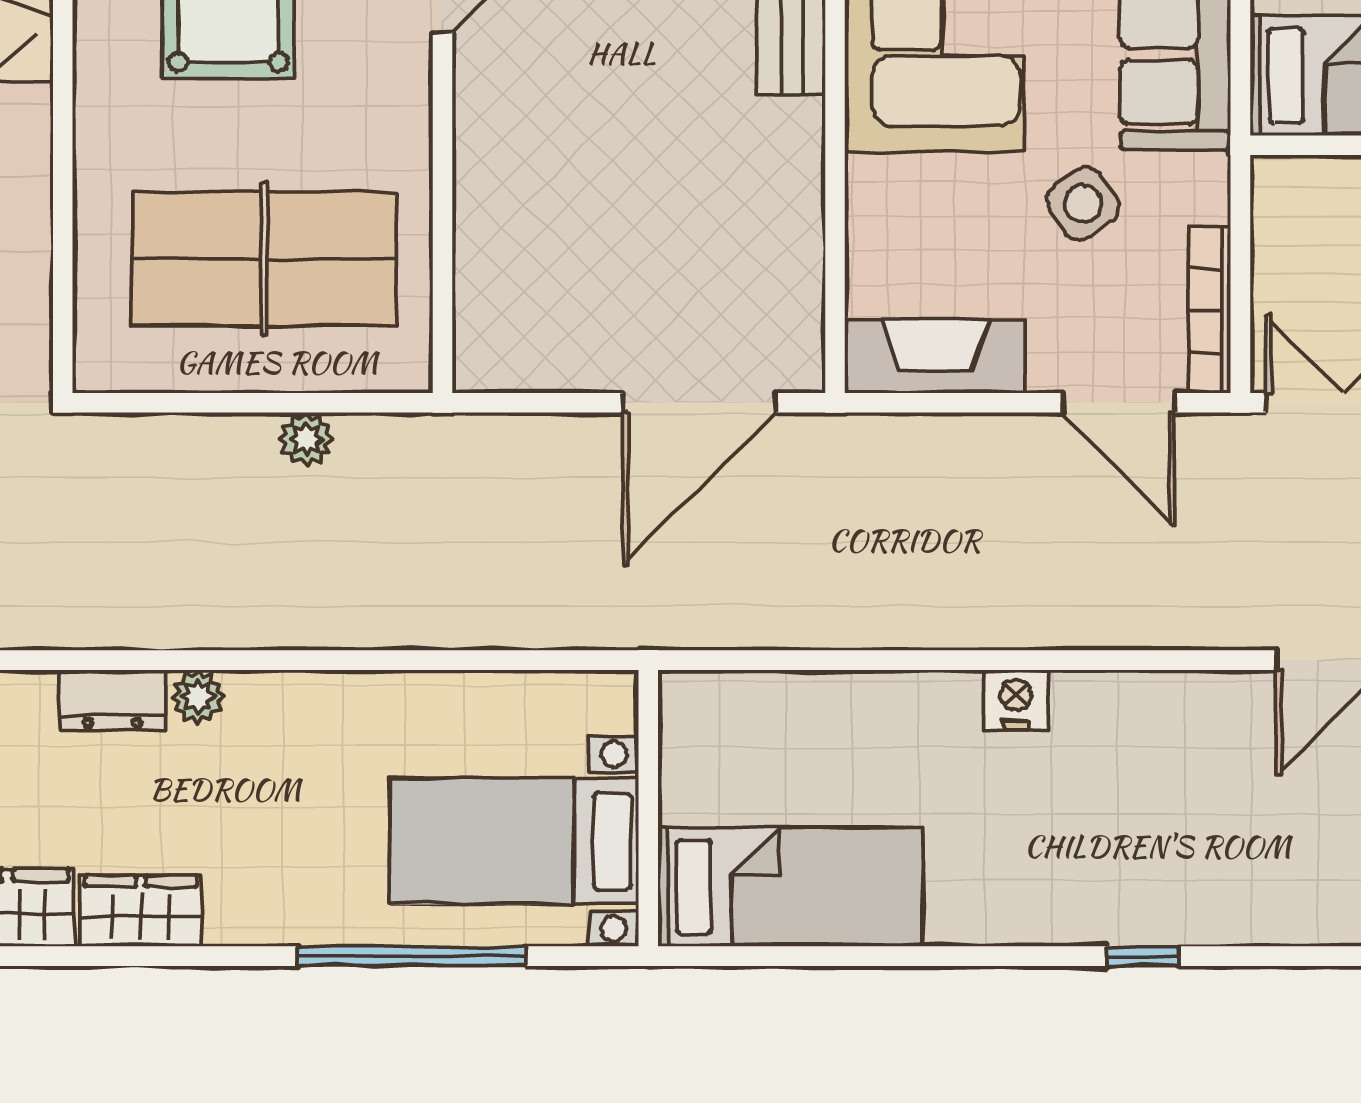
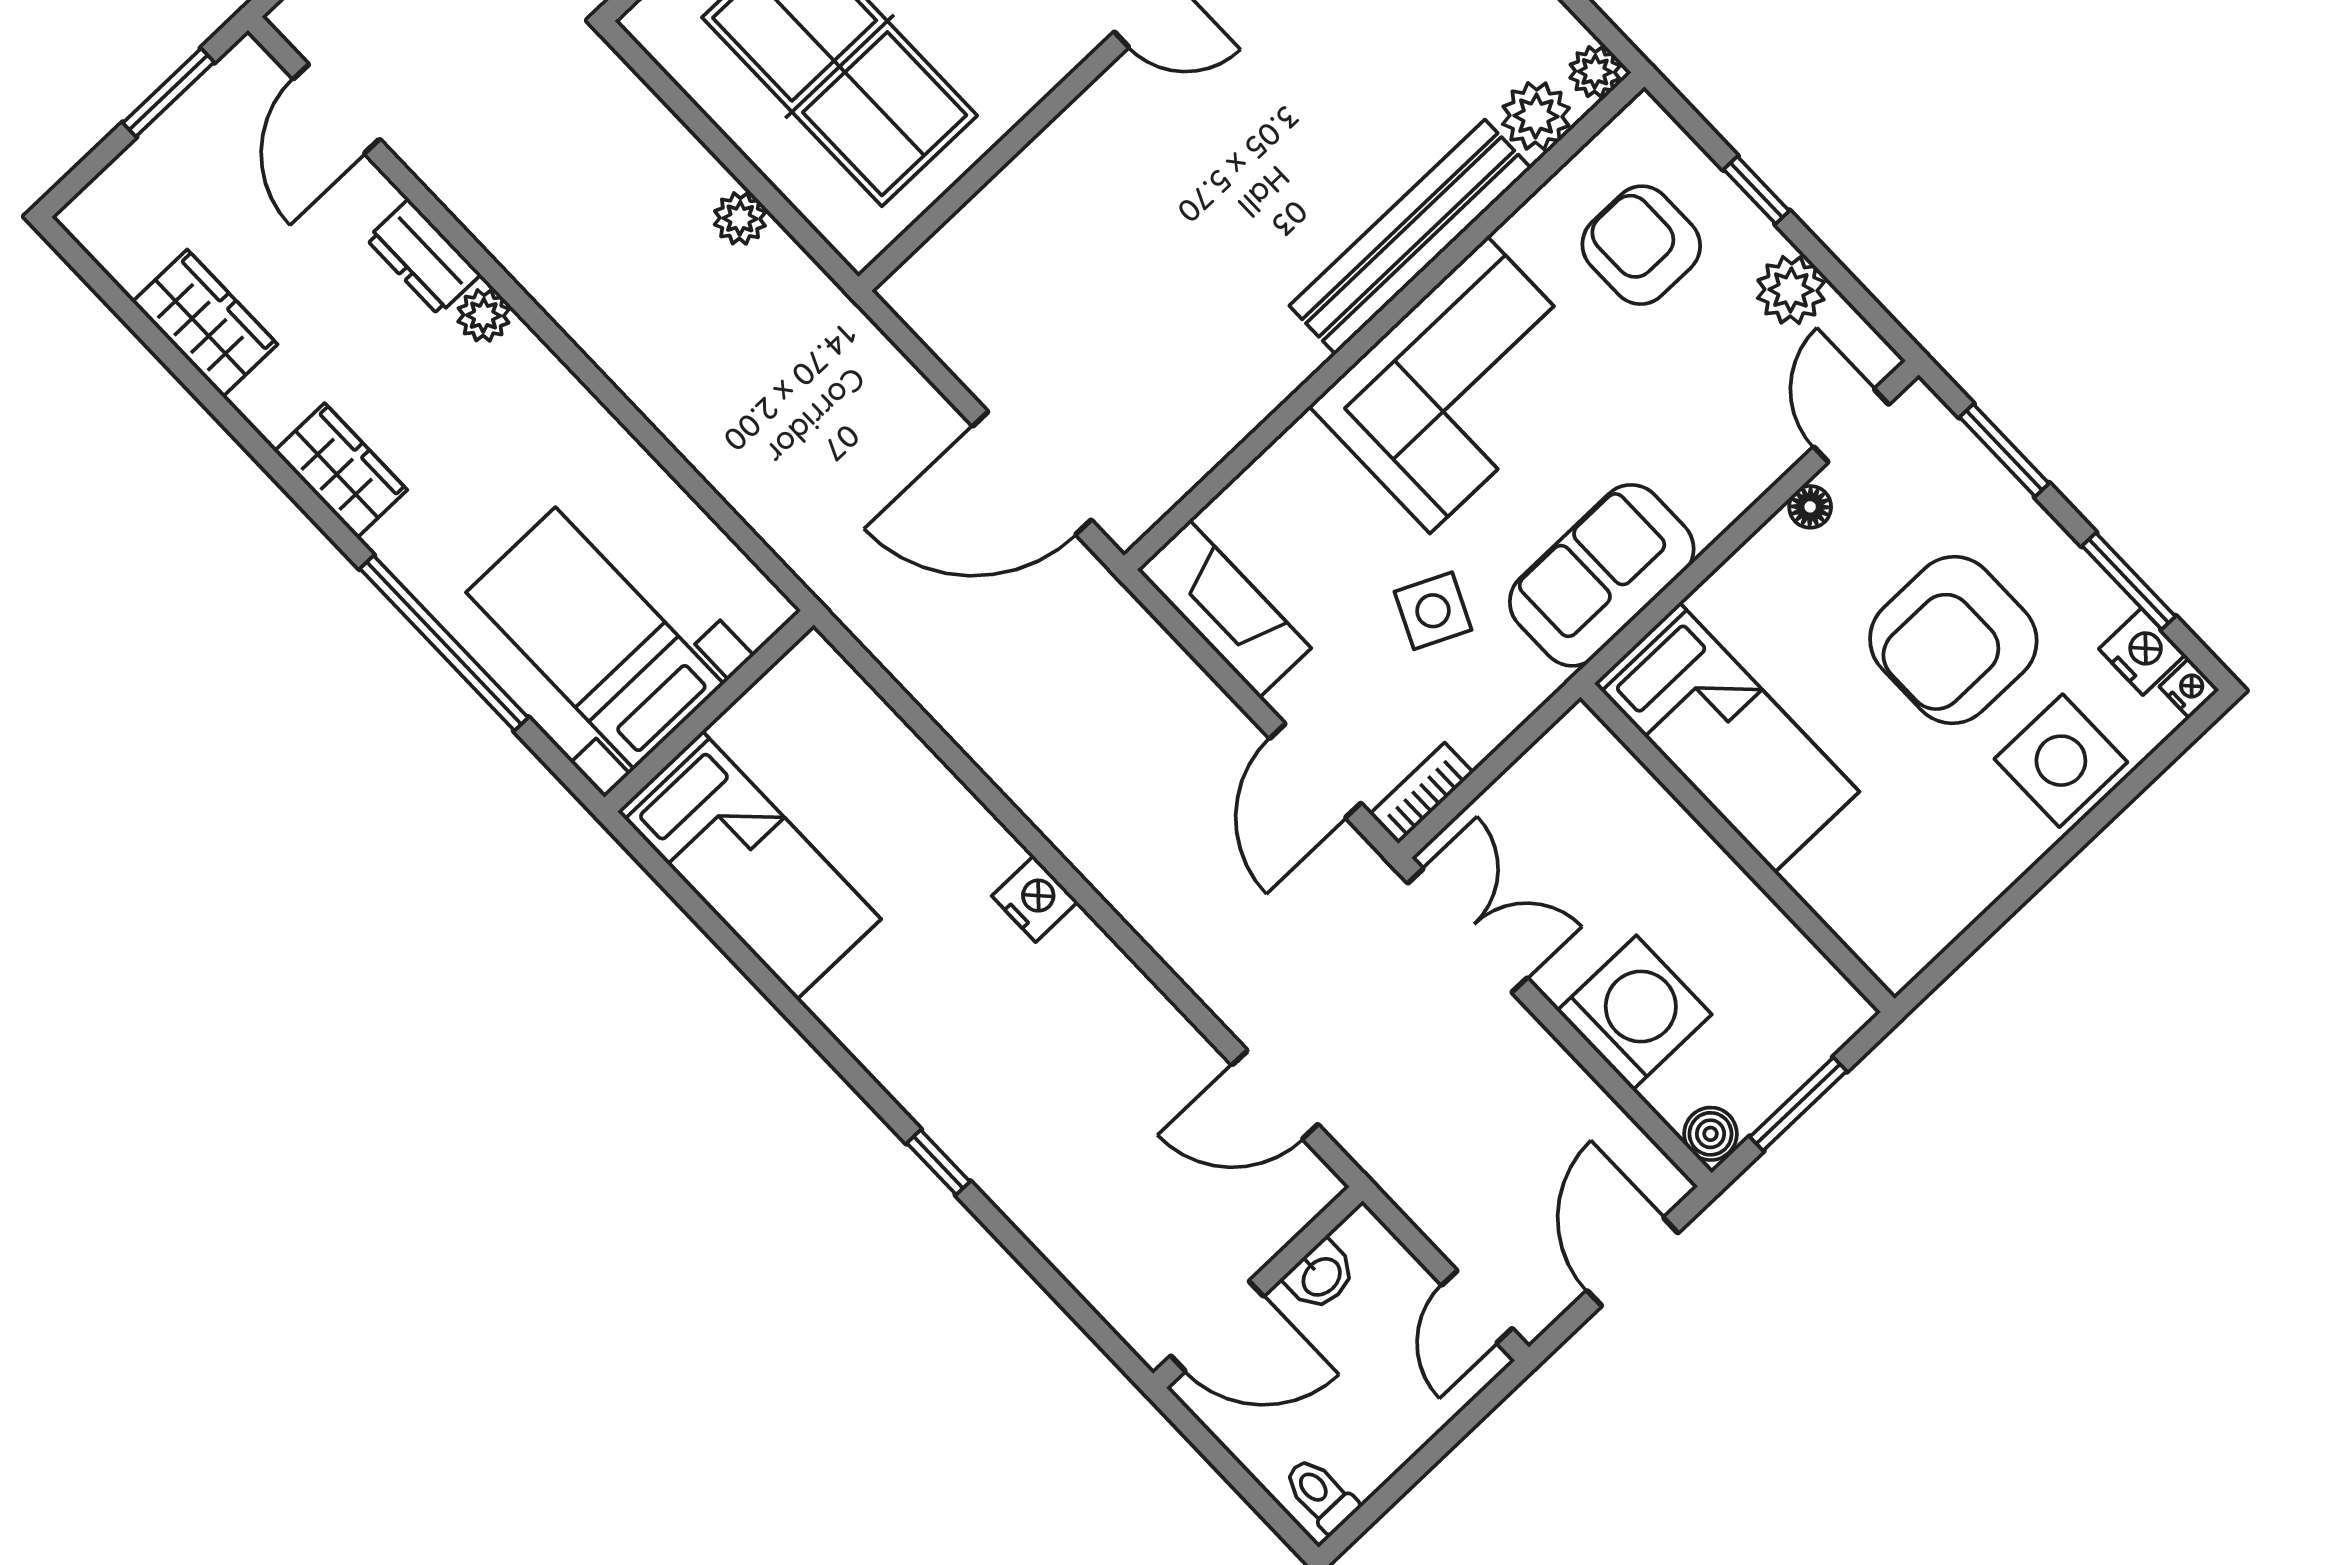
side table: (1083, 203) -> (1433, 611), turned -30
bookcase: (1210, 310) -> (1421, 793), width x0.64
wardrobe: (141, 911) -> (341, 471), moved

